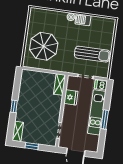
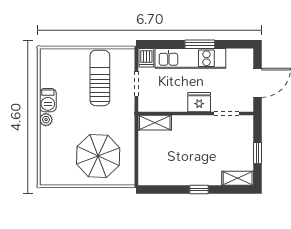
fridge: (71, 97) -> (199, 102), moved

